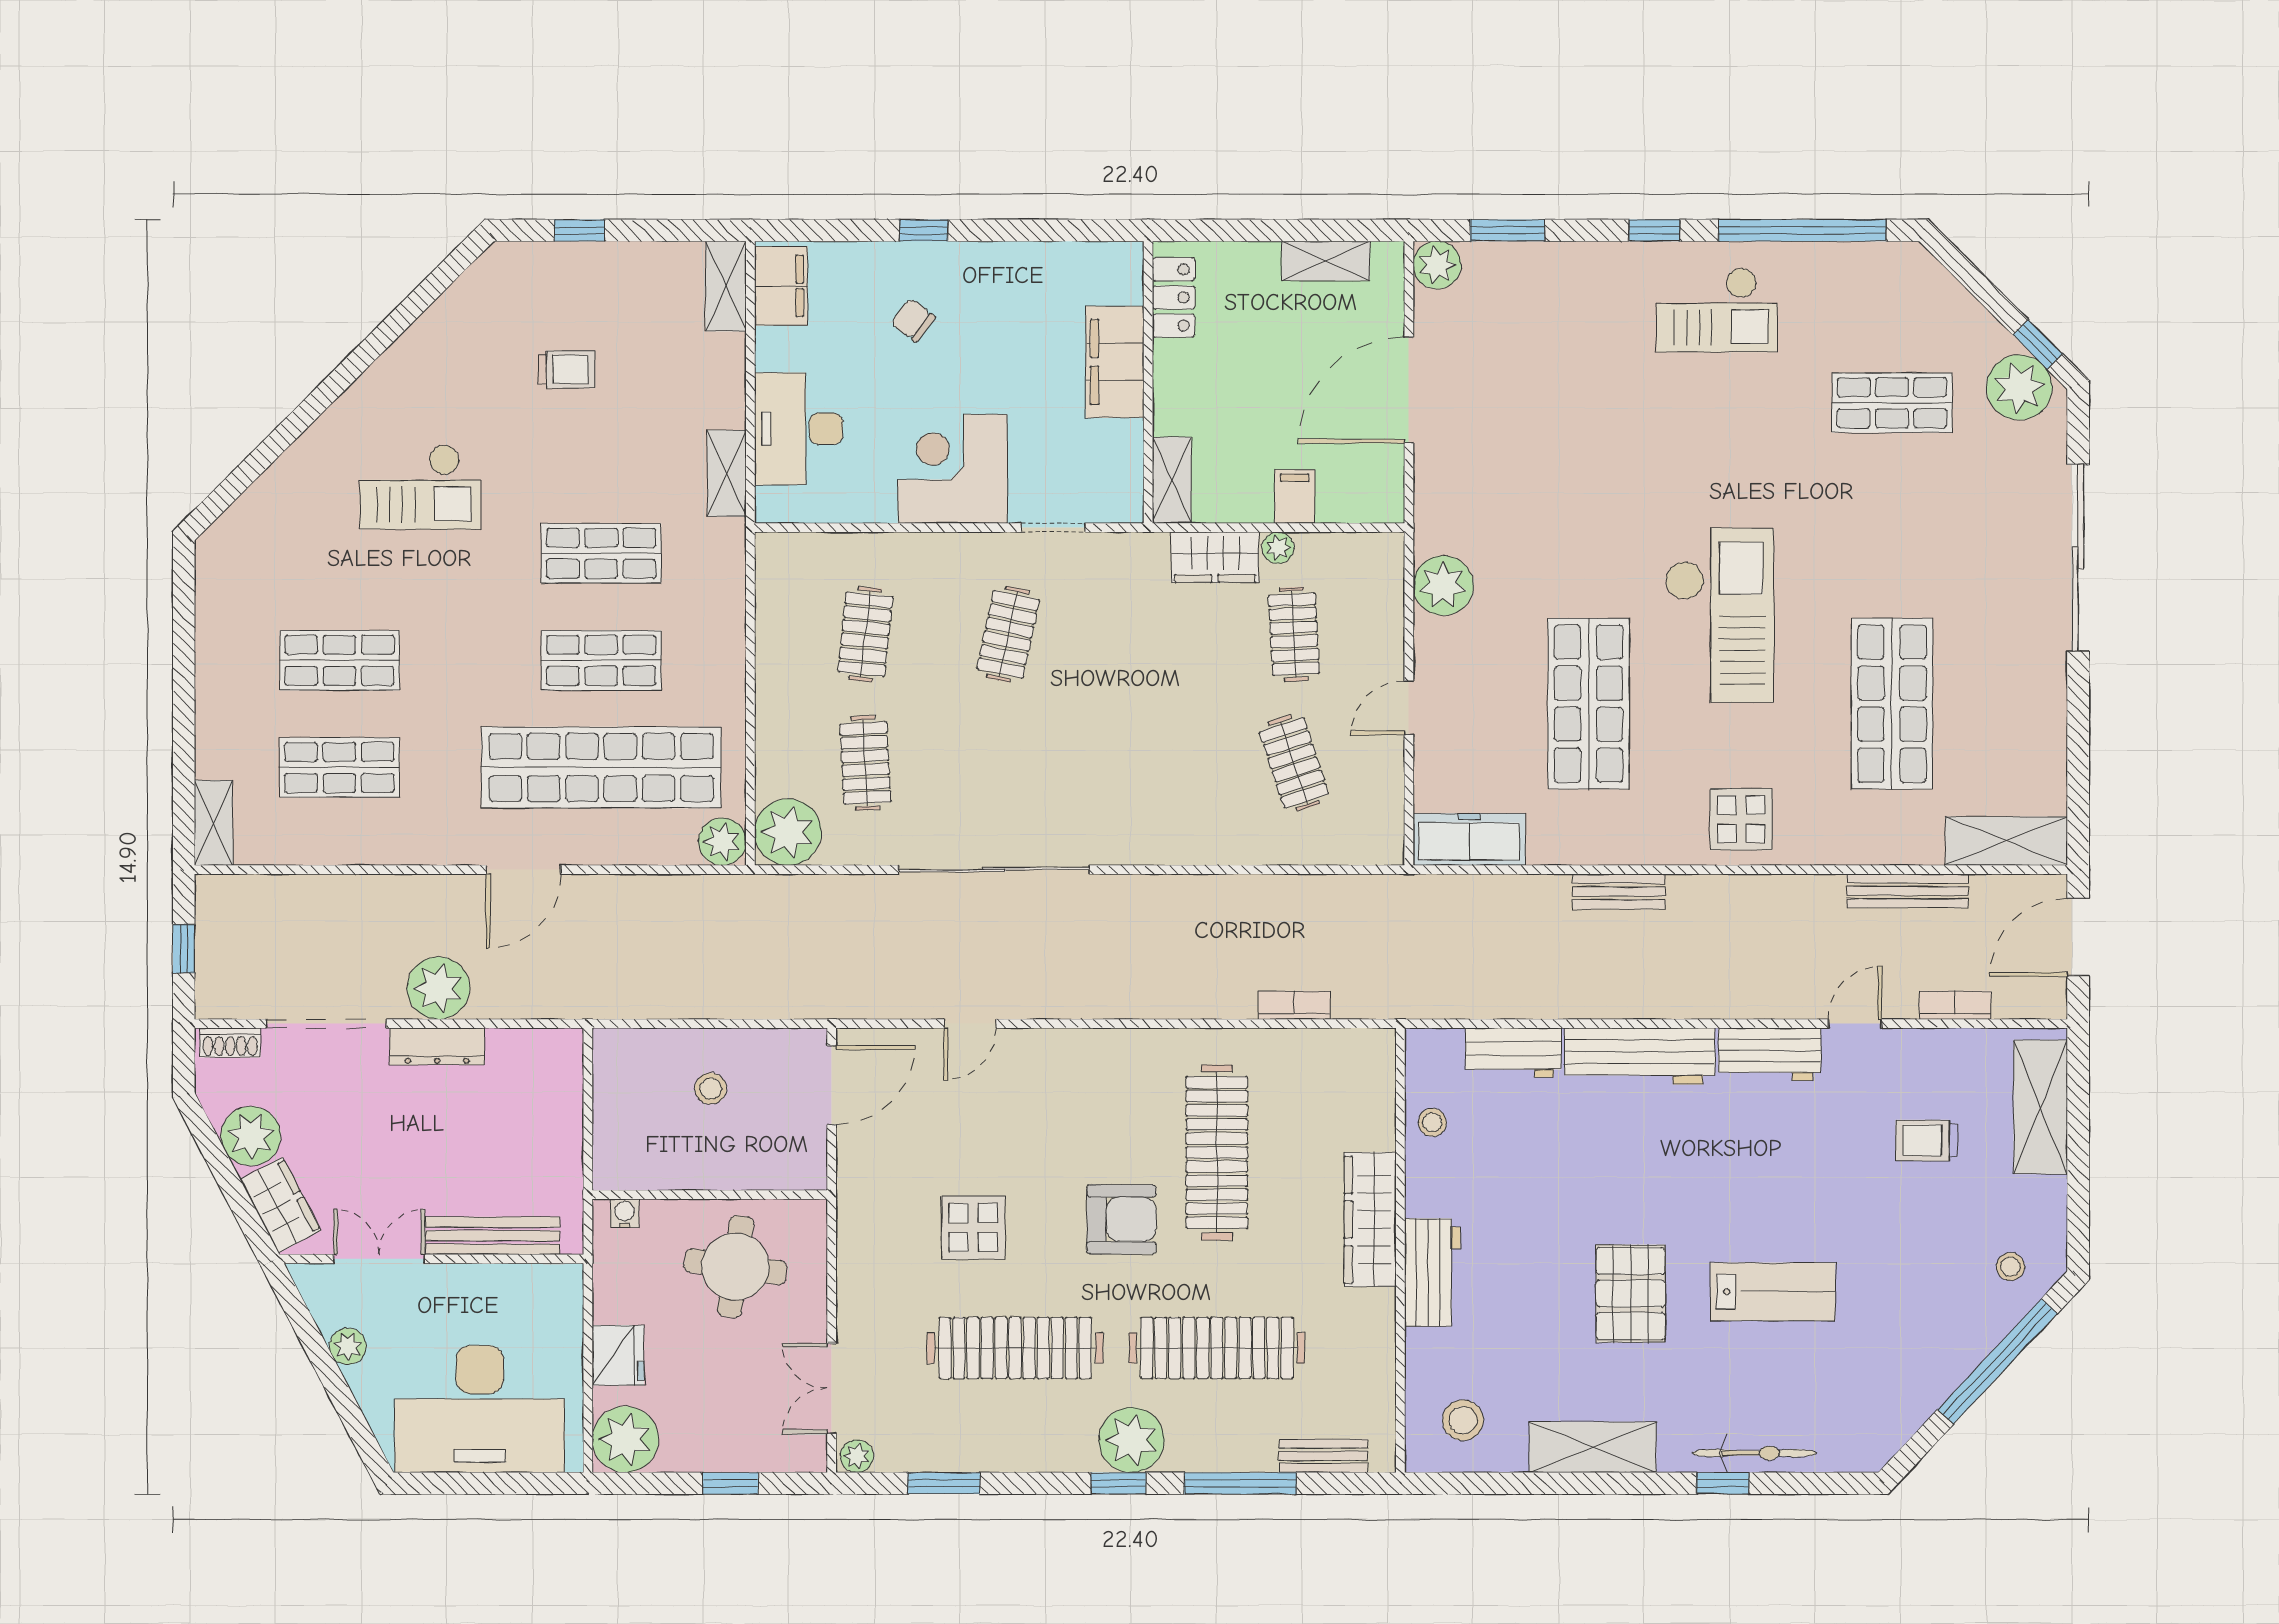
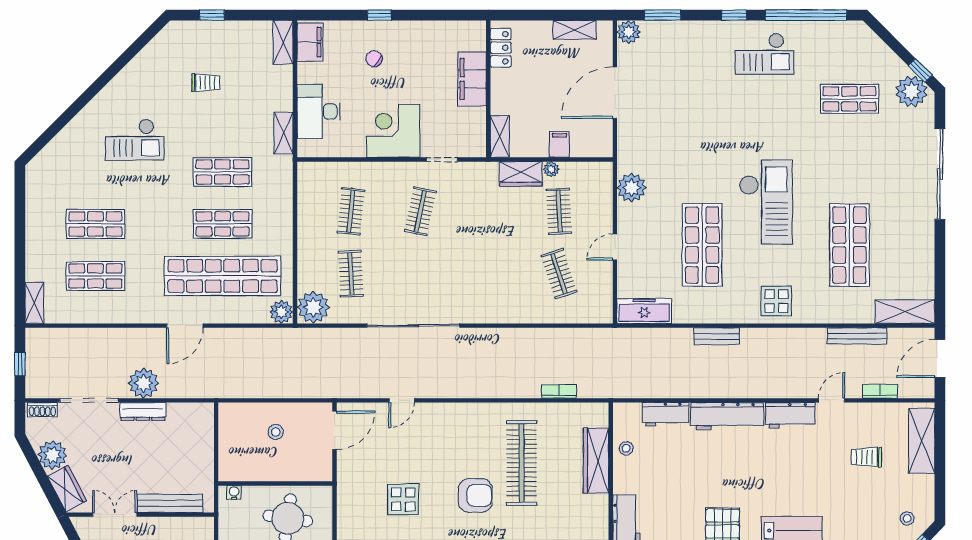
wardrobe: (1370, 1220) -> (596, 461), moved

